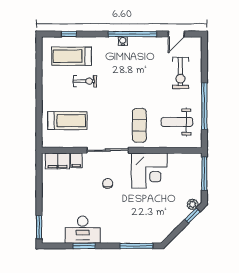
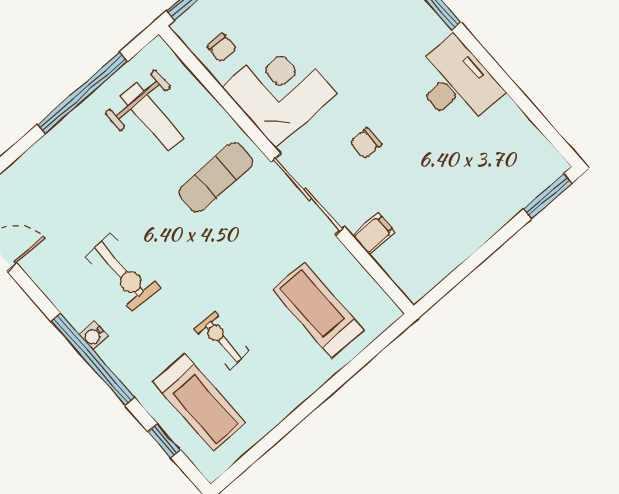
window: (132, 34) -> (93, 360), moved
exercise bike: (180, 73) -> (122, 272), moved, turned 90
filing cabinet: (58, 161) -> (403, 266), removed
chair: (179, 164) -> (222, 48), added
desk: (83, 230) -> (456, 83), moved
window: (84, 246) -> (511, 89), removed

